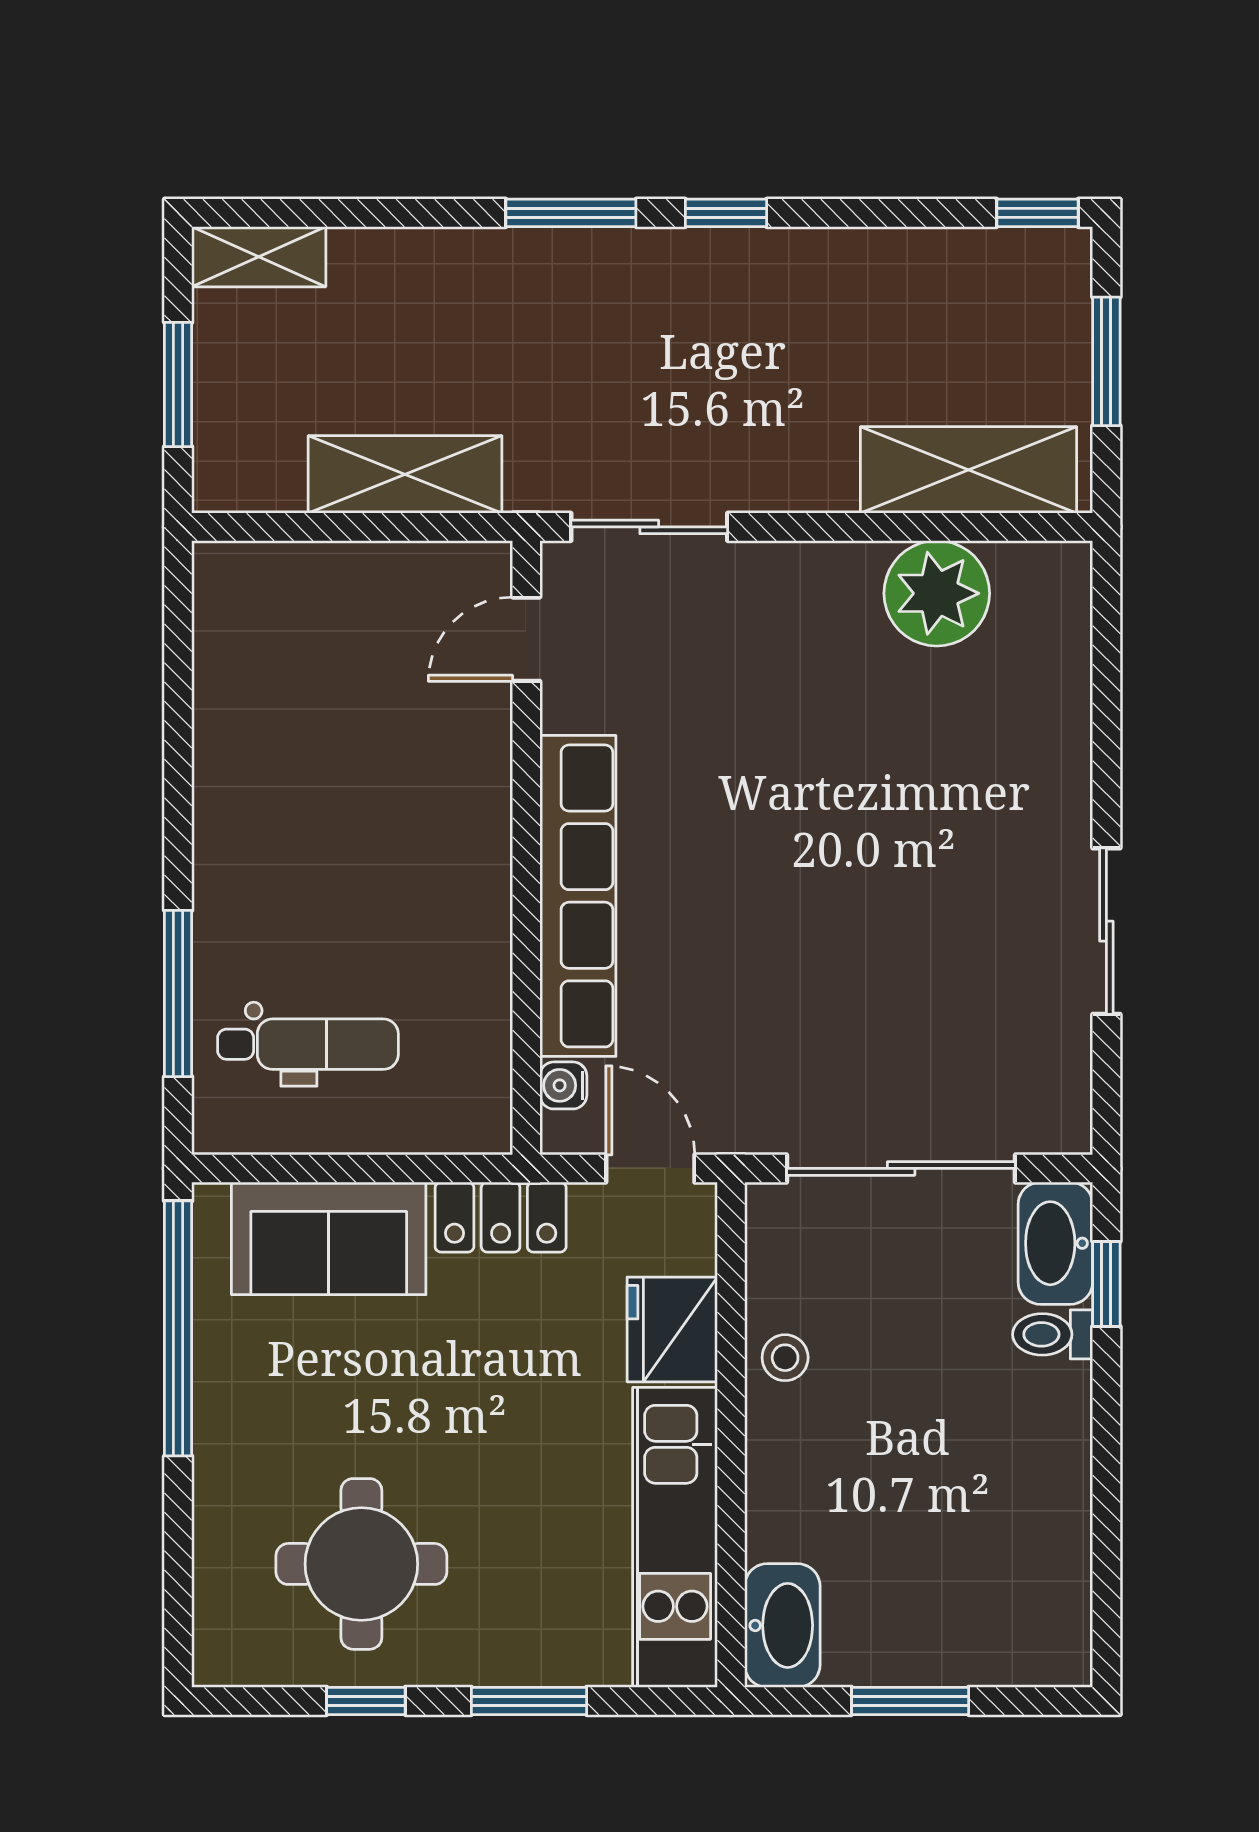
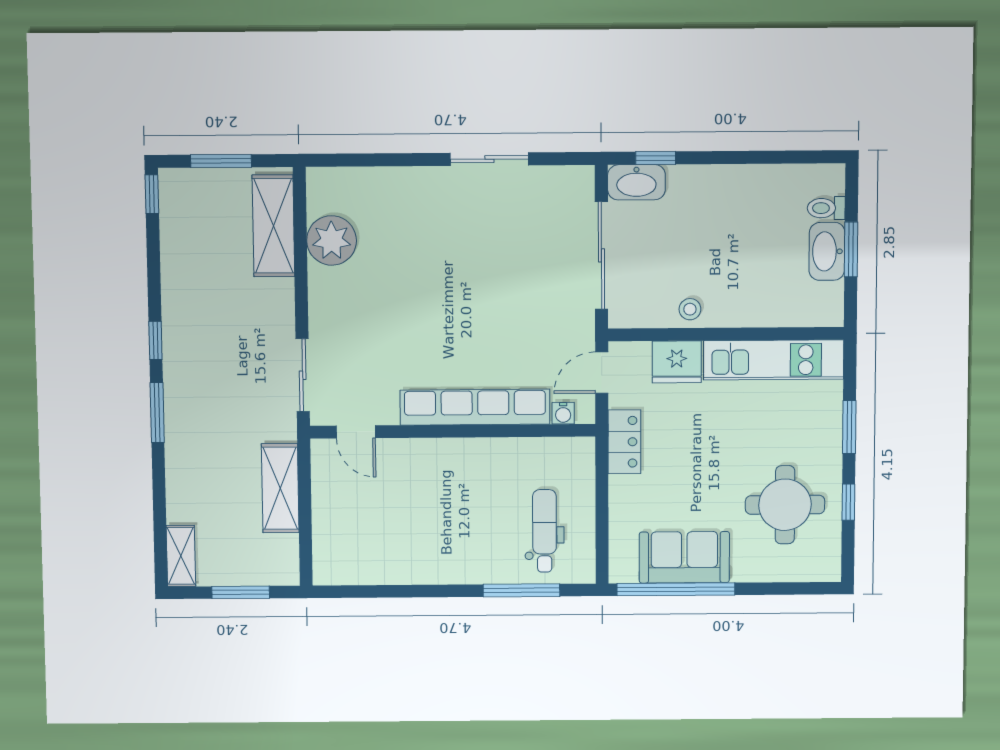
sofa: (329, 1238) -> (684, 557), moved, turned -90
toilet: (1053, 1334) -> (826, 208), moved, turned 90
washbasin: (782, 1625) -> (827, 251), moved, turned -90

